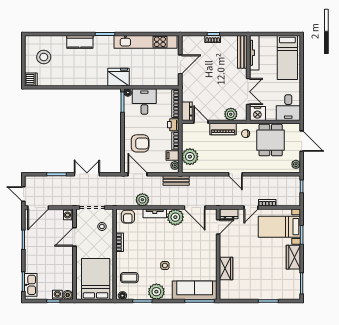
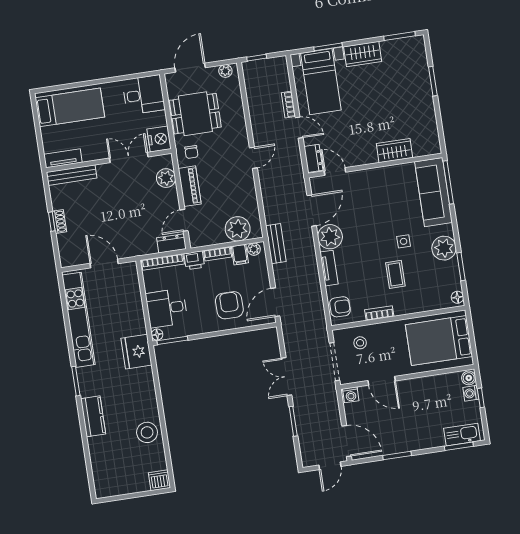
tv unit: (254, 53) -> (63, 158), width x0.71
stool: (44, 57) -> (147, 432), moved
plant: (142, 200) -> (312, 289), removed
coffee table: (129, 278) -> (395, 274), moved

